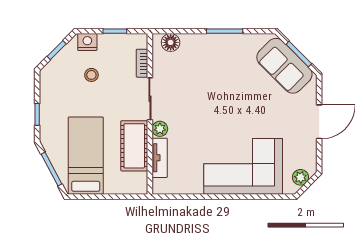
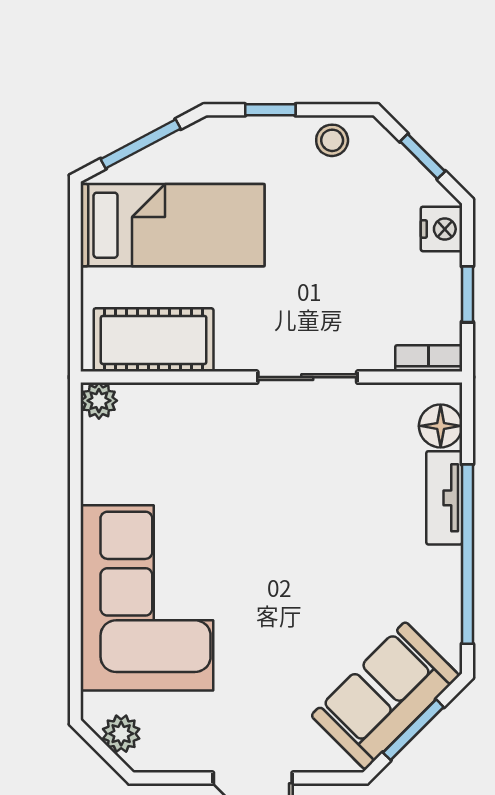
window: (225, 31) -> (467, 554), width x2.11
bookcase: (142, 63) -> (429, 358), moved
stool: (91, 75) -> (332, 140), moved
plant: (160, 129) -> (99, 401), moved
cot: (134, 146) -> (154, 340), moved
tv unit: (160, 158) -> (444, 498), moved, turned 90

